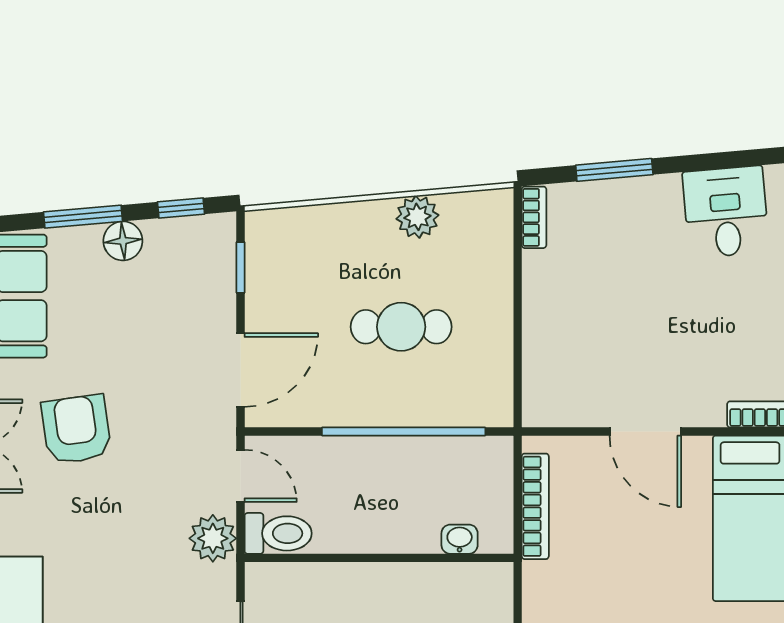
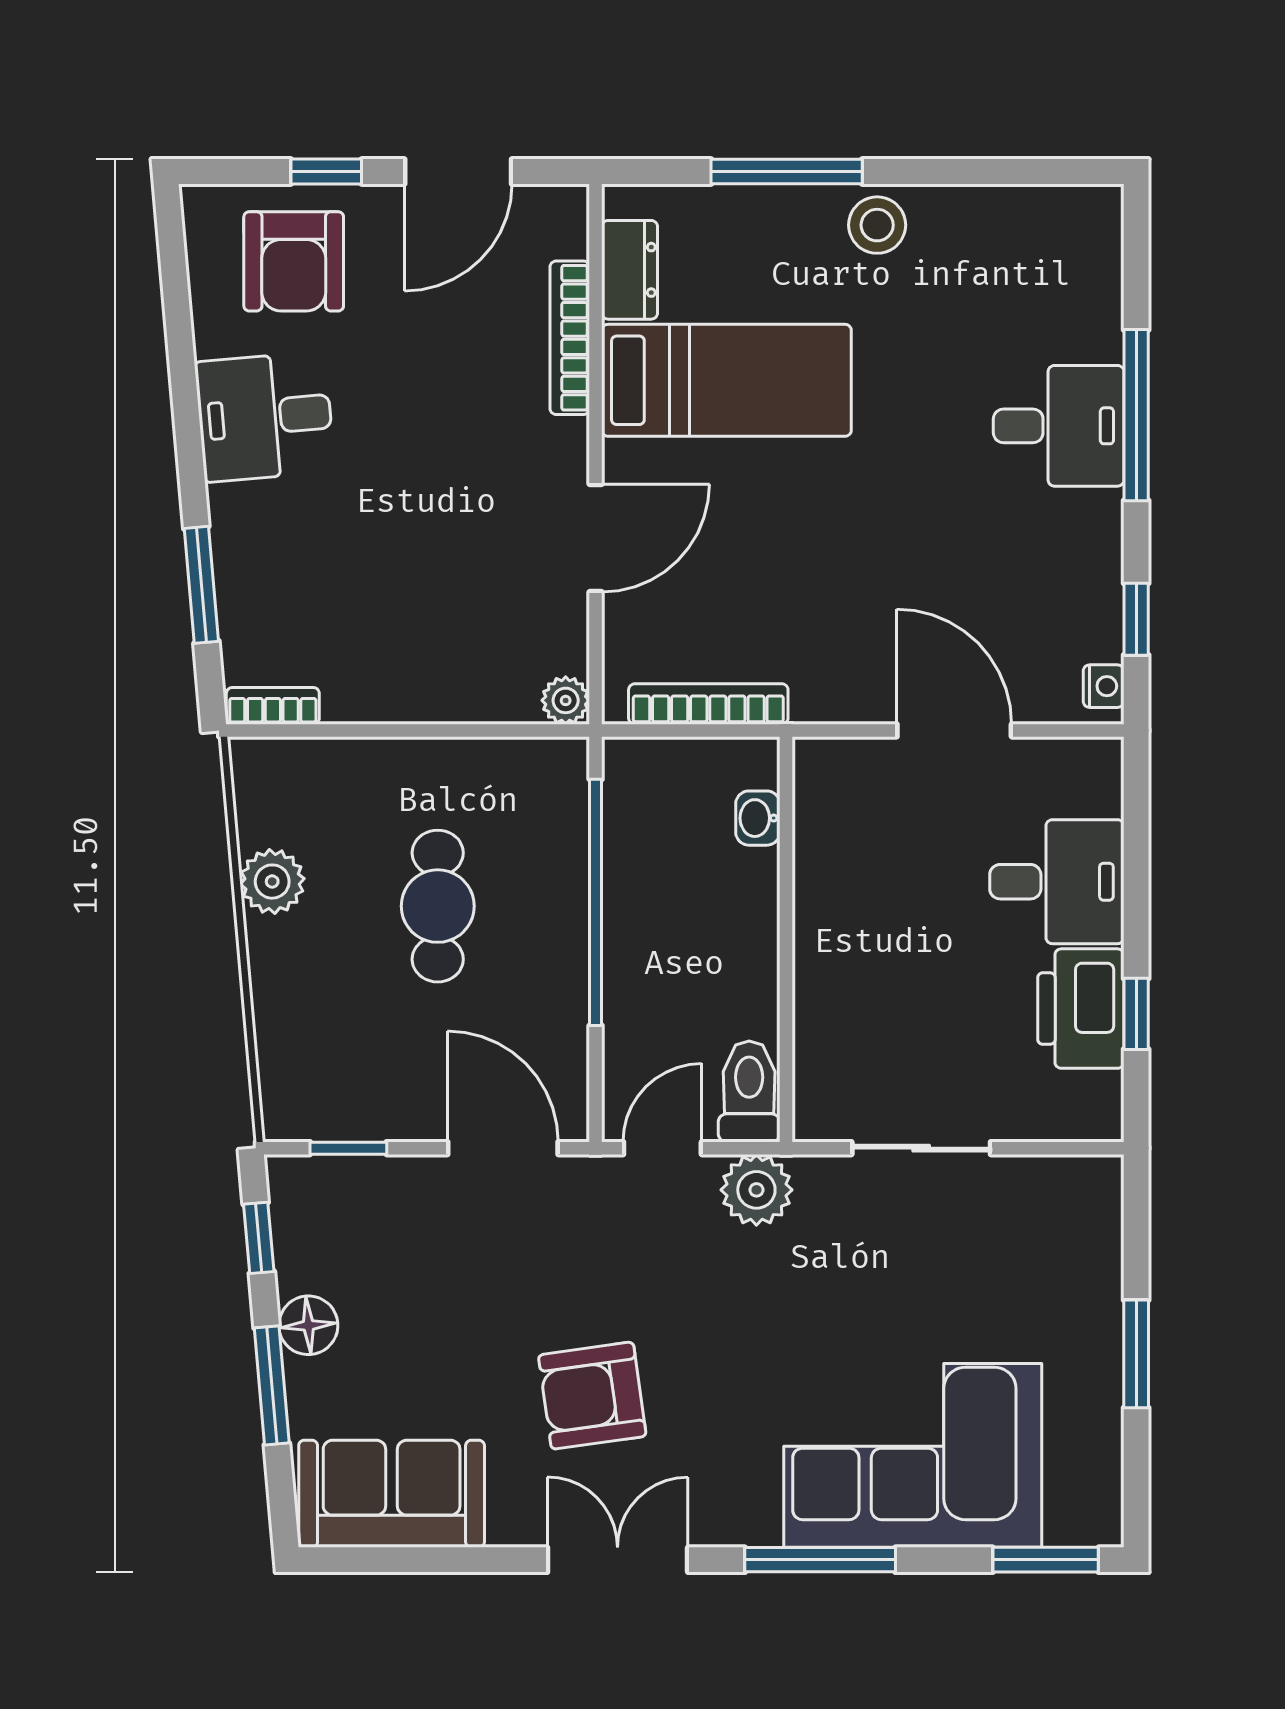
plant: (538, 412) -> (566, 700), added

